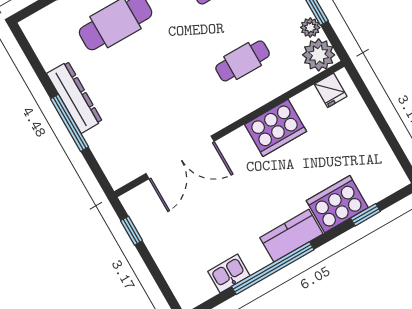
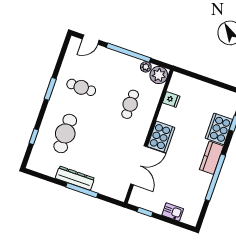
fridge: (331, 90) -> (171, 99), moved
cooker: (276, 128) -> (161, 137), moved
kitchen sink: (229, 274) -> (173, 212), moved, turned 90

